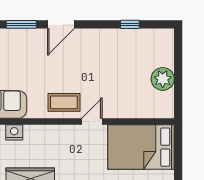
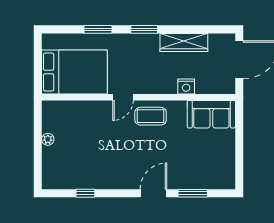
plant: (163, 79) -> (48, 139), width x0.53, depth x0.53
nightstand: (14, 132) -> (186, 87), moved

